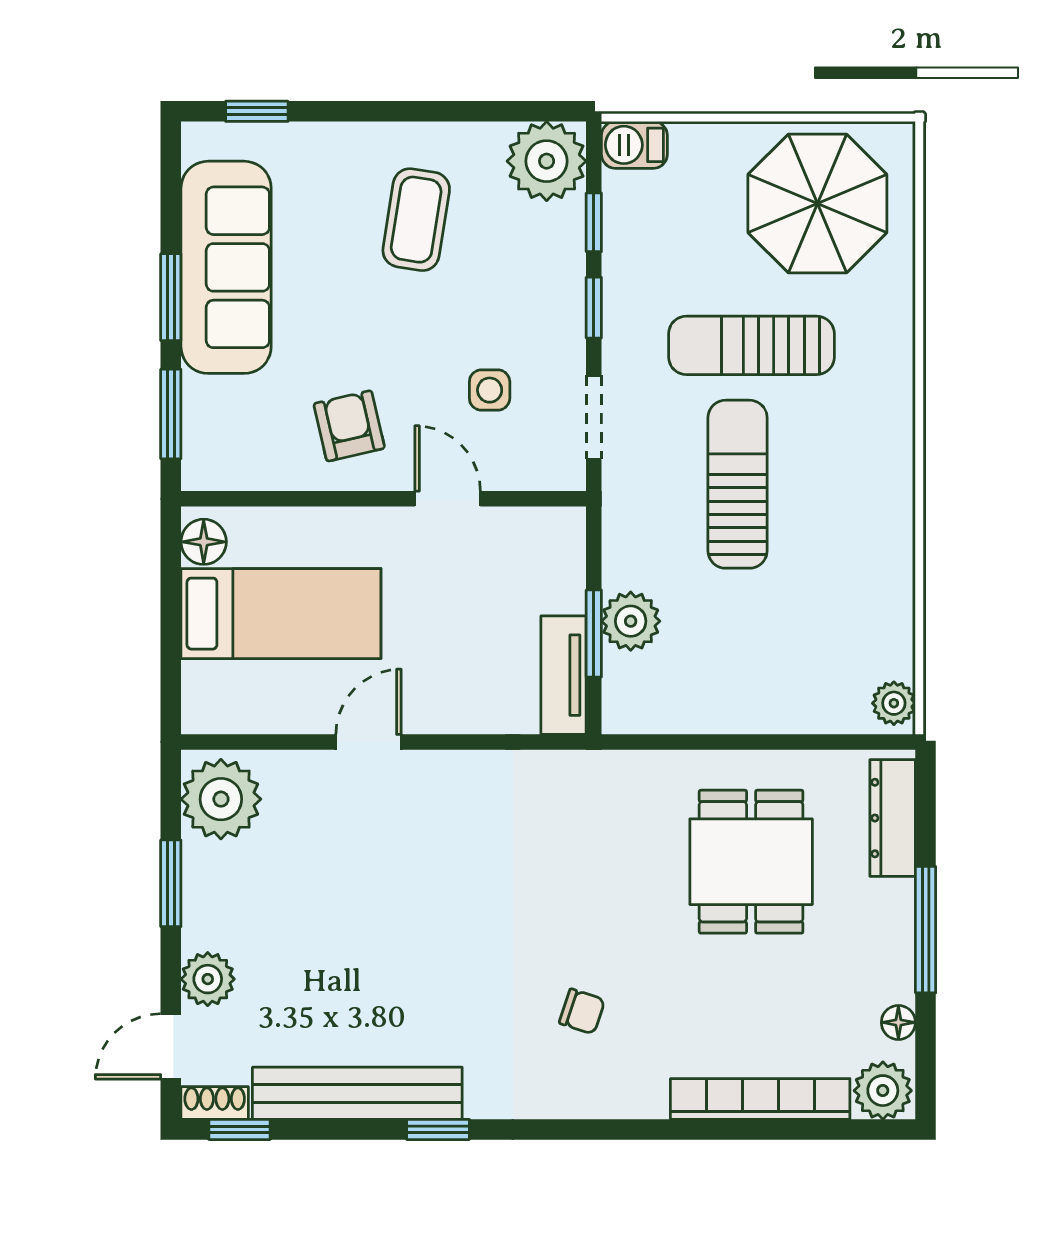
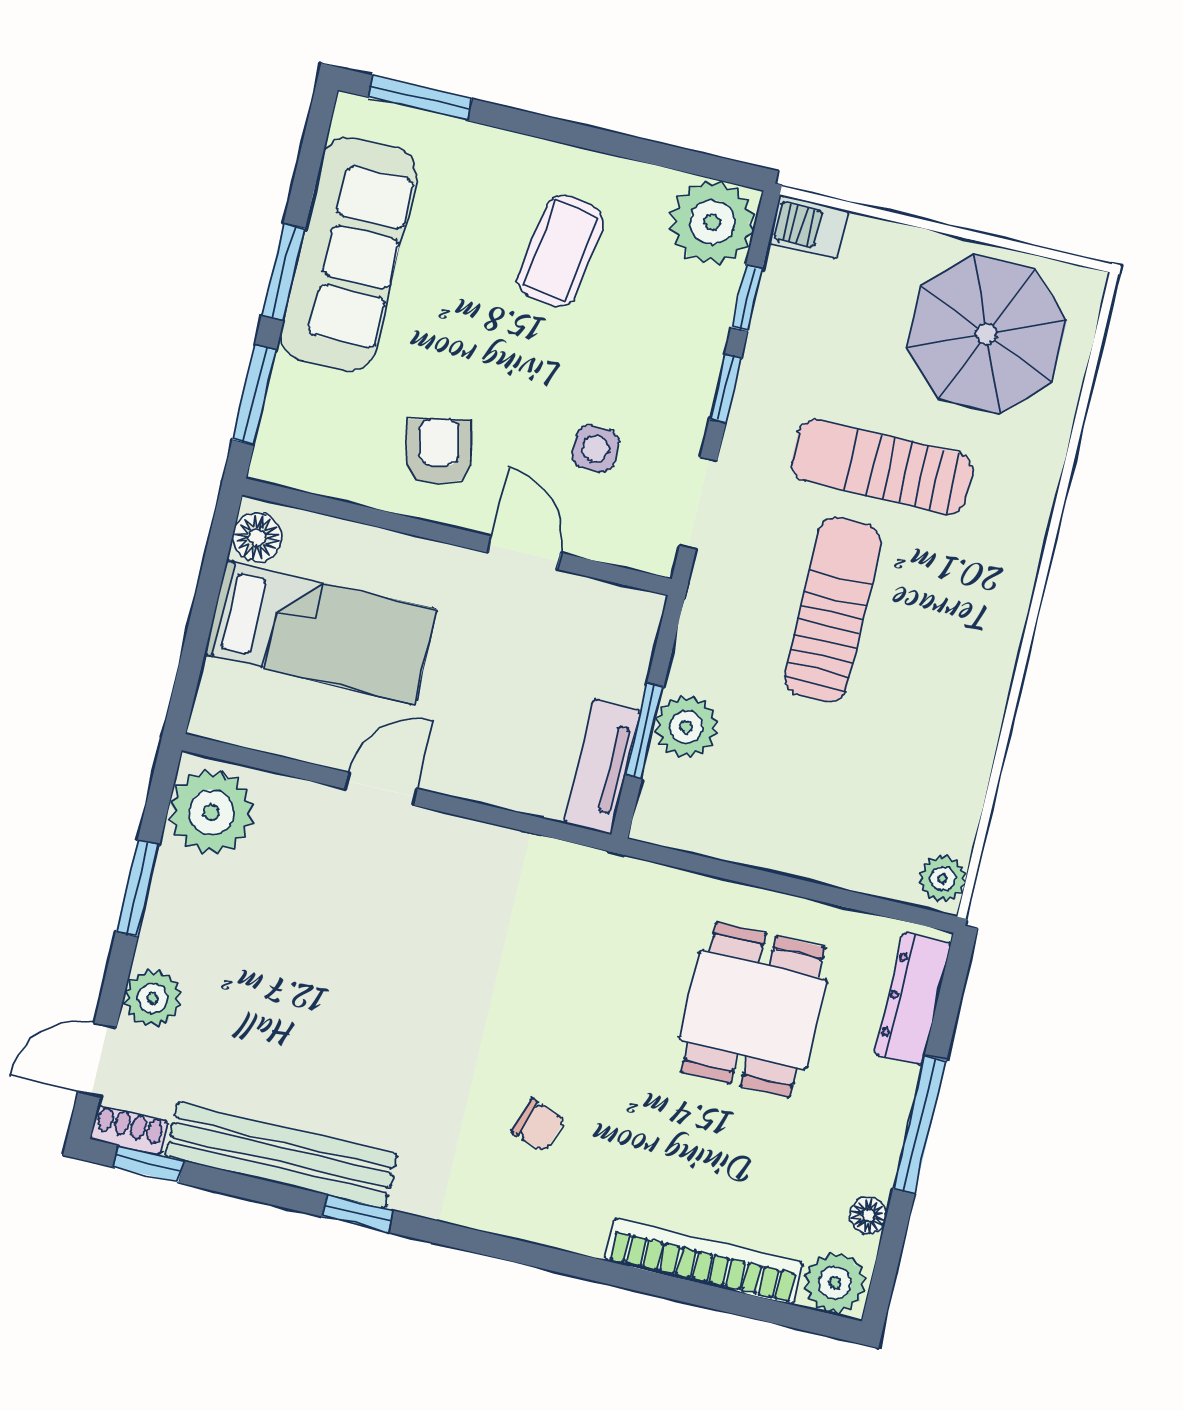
window: (257, 111) -> (420, 98), width x1.50

